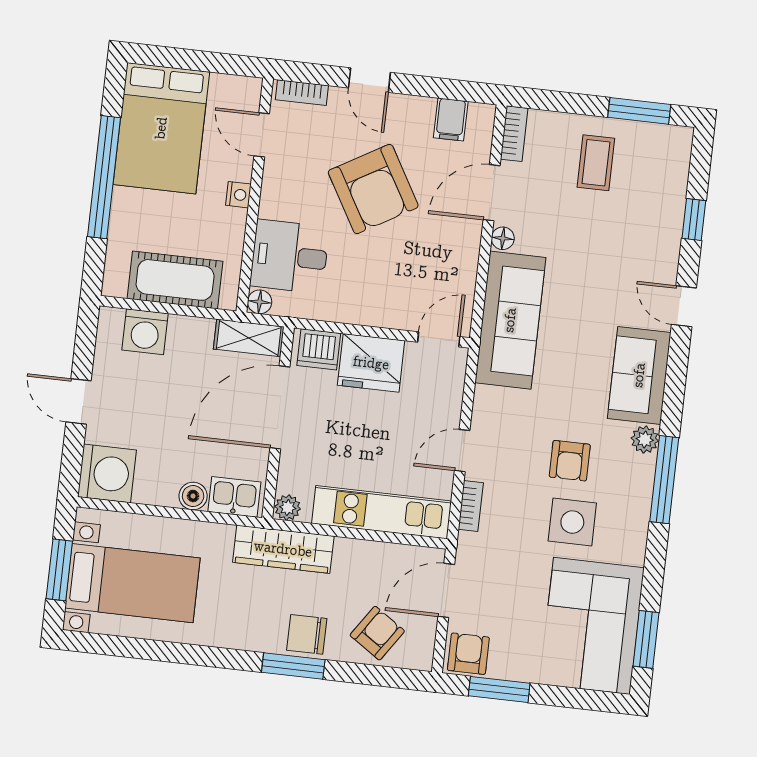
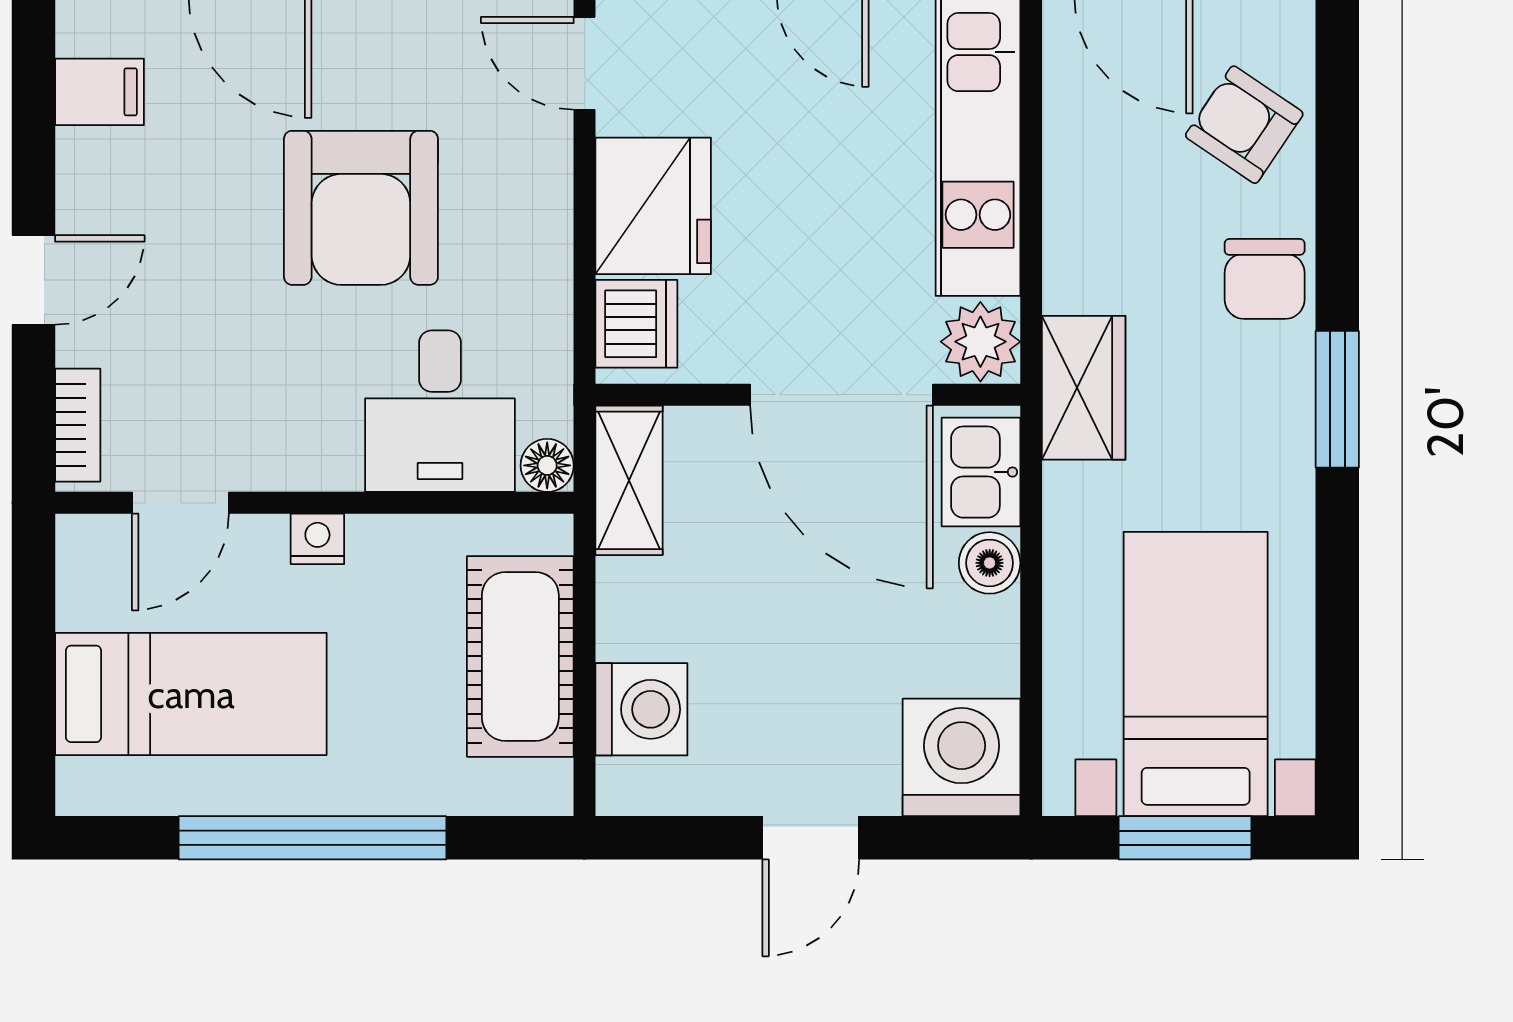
bed: (161, 128) -> (191, 694), width x0.67
armchair: (373, 189) -> (361, 208), moved, turned 120
door: (280, 407) -> (842, 395), moved
plant: (288, 508) -> (980, 342), width x1.38, depth x1.38
wardrobe: (283, 549) -> (1084, 388), width x0.67
window: (293, 666) -> (1337, 399), moved

